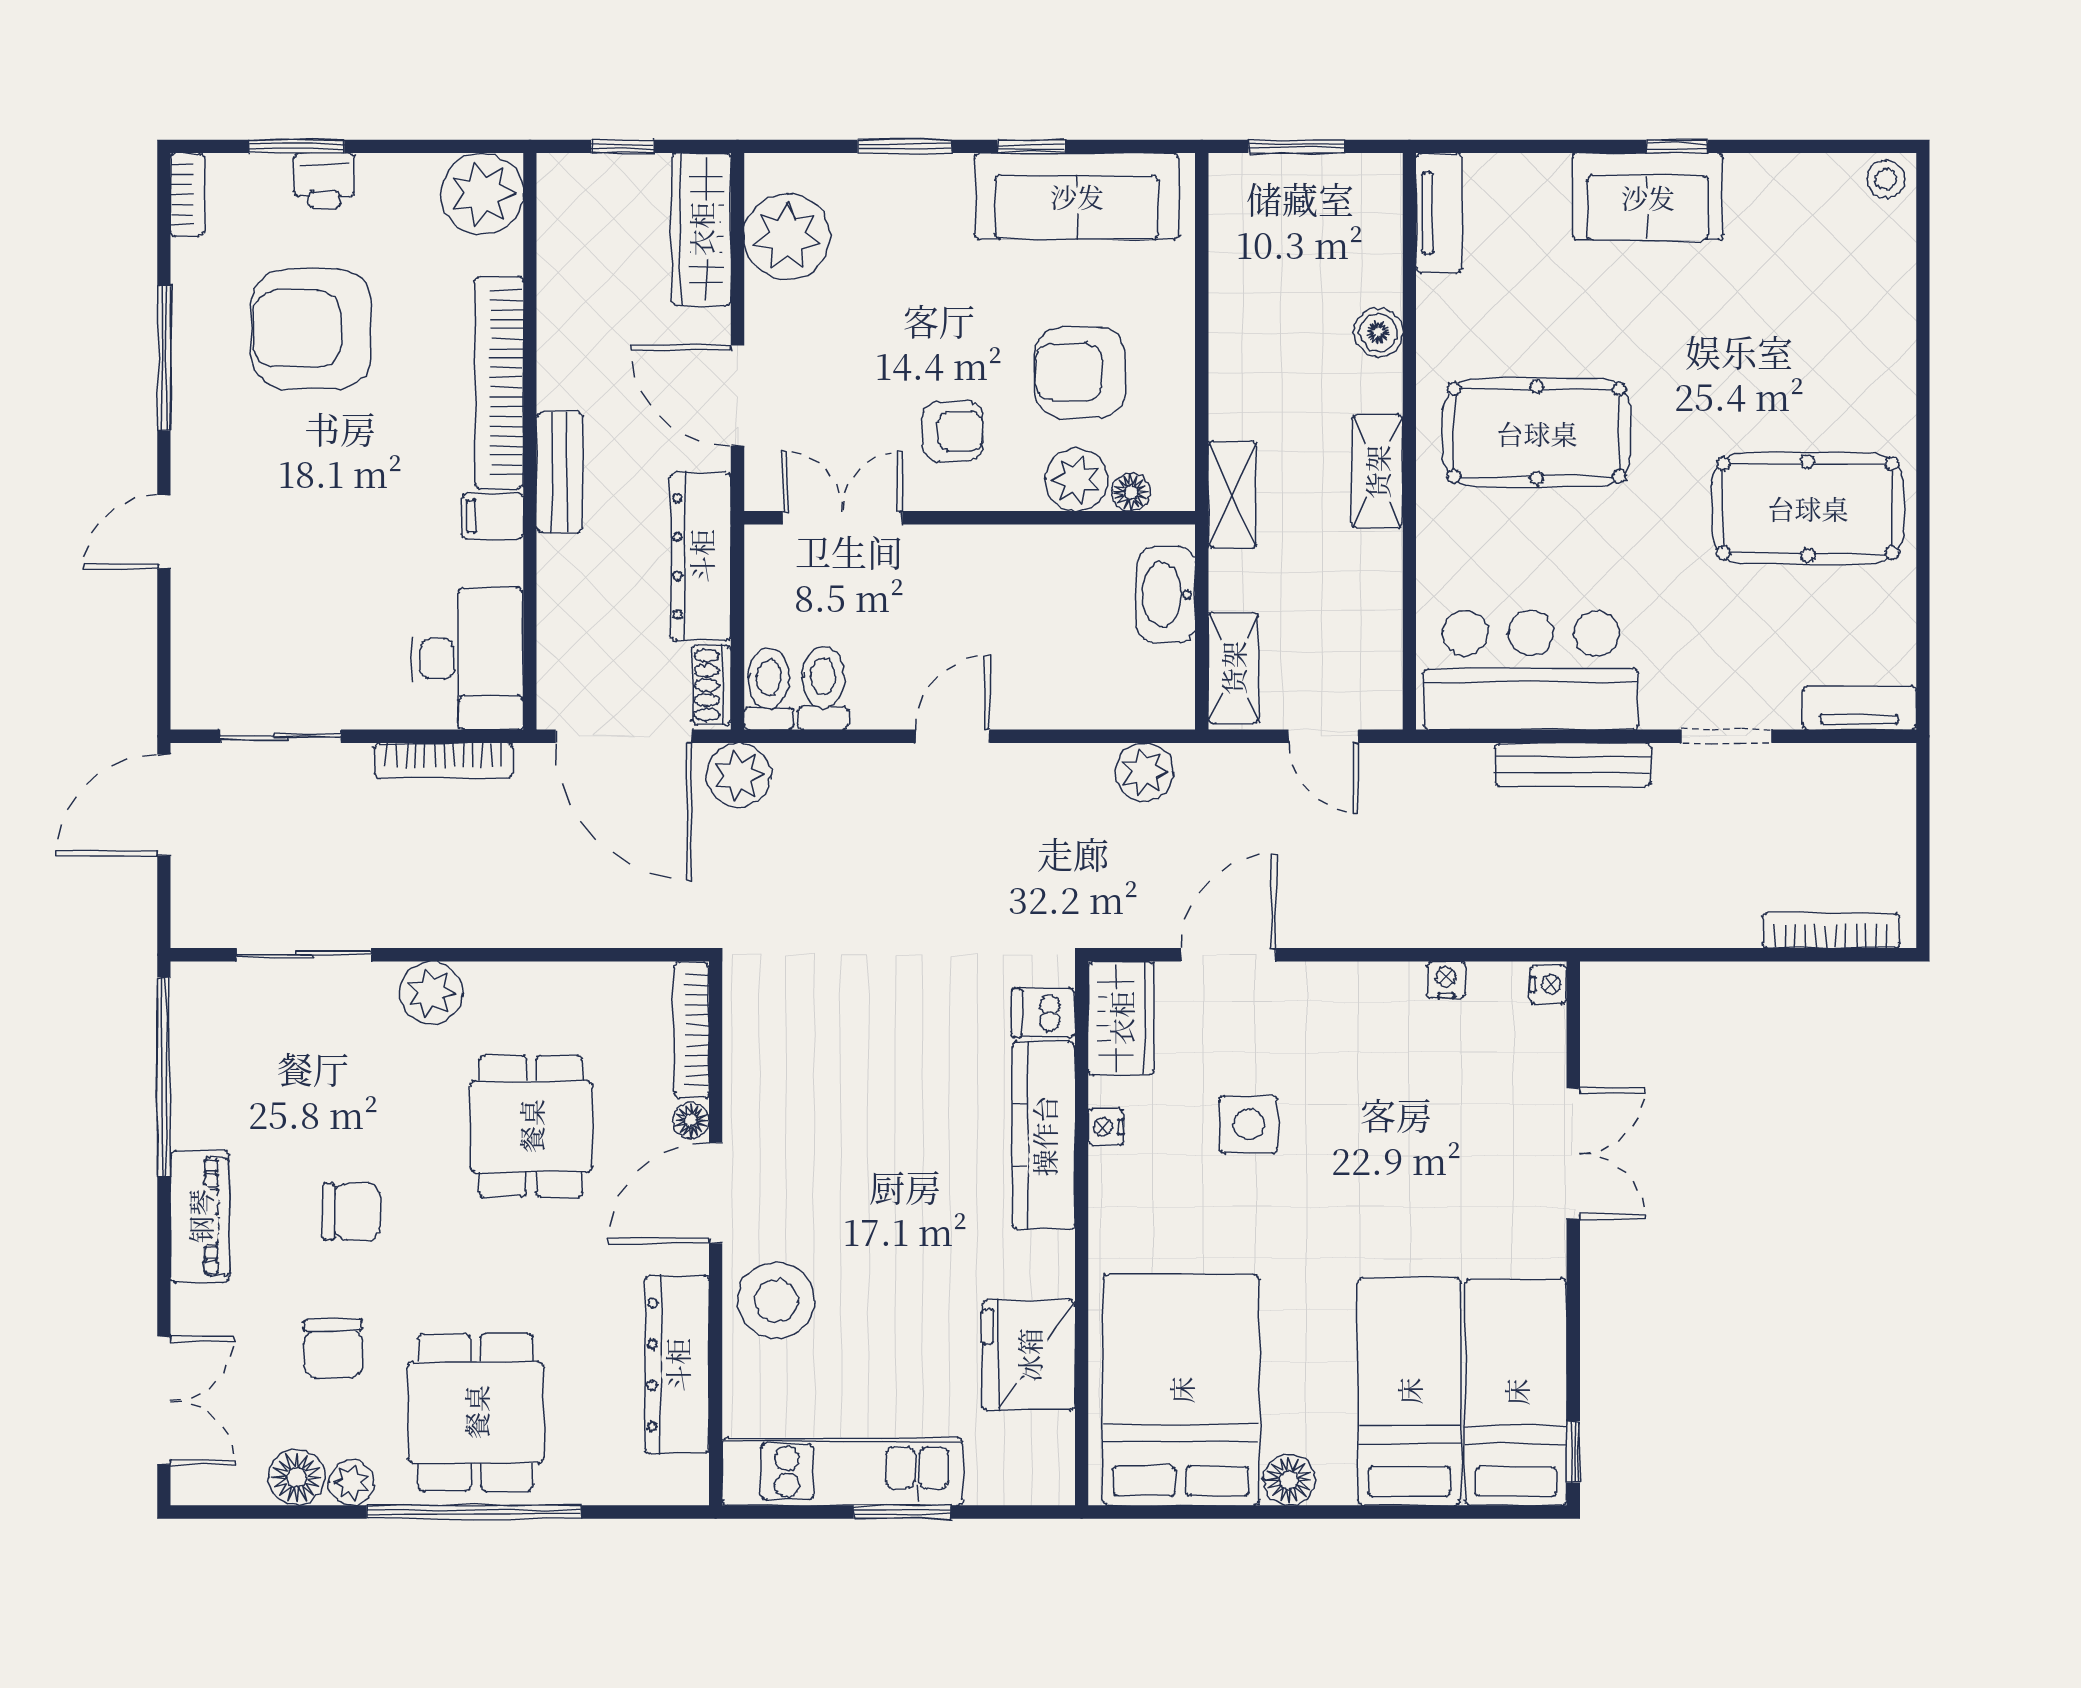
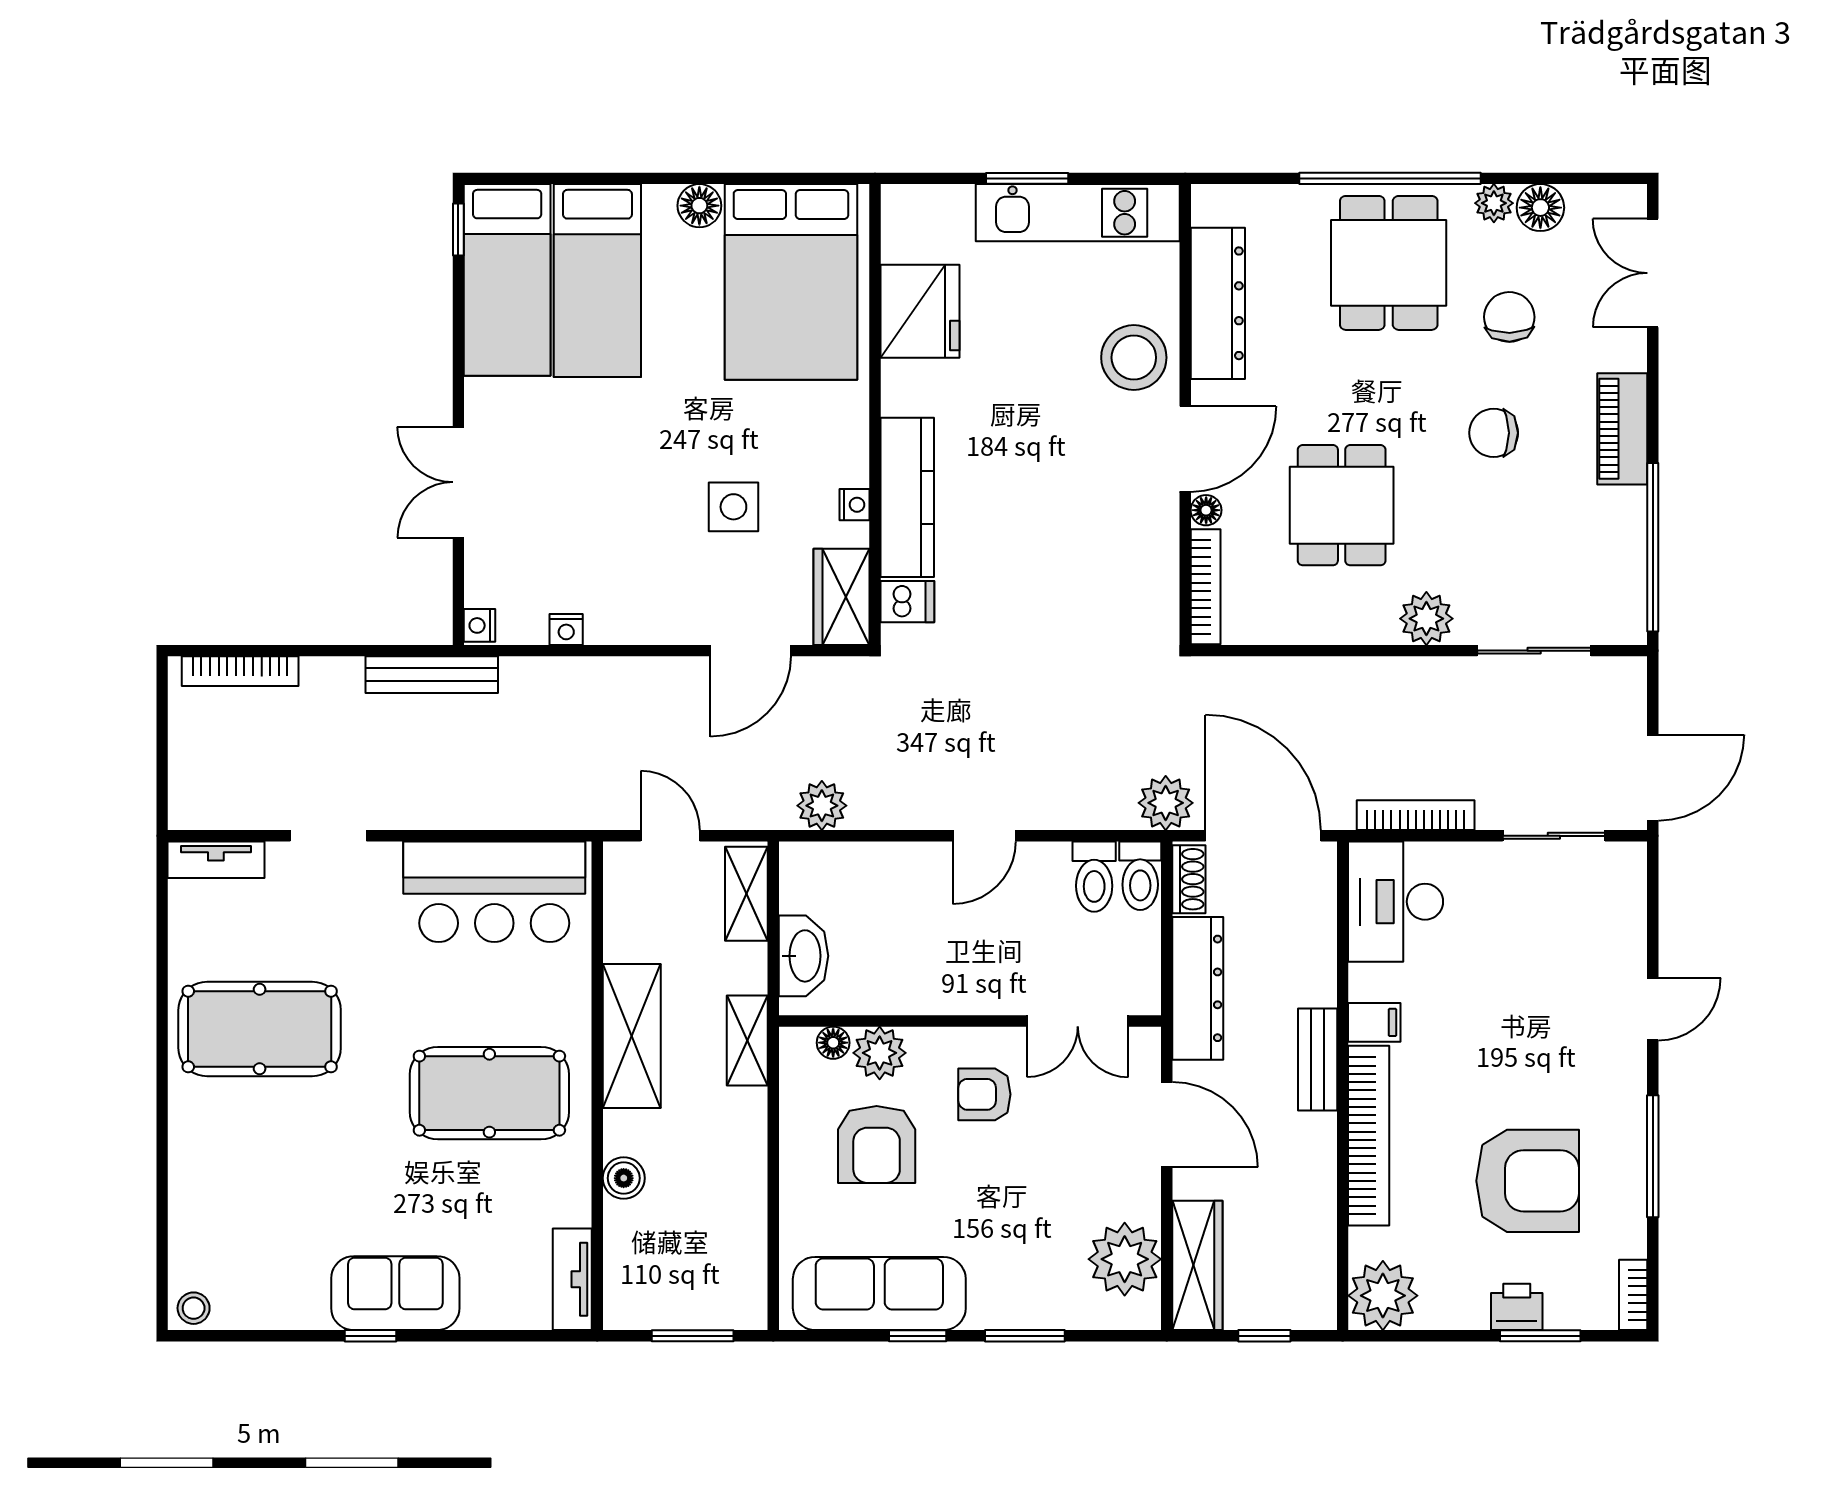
armchair: (1080, 372) -> (877, 1145), turned 90
shelving: (1377, 472) -> (632, 1036), width x1.50, depth x1.33
bench: (1573, 765) -> (432, 675), moved

